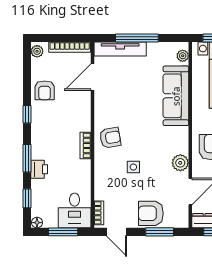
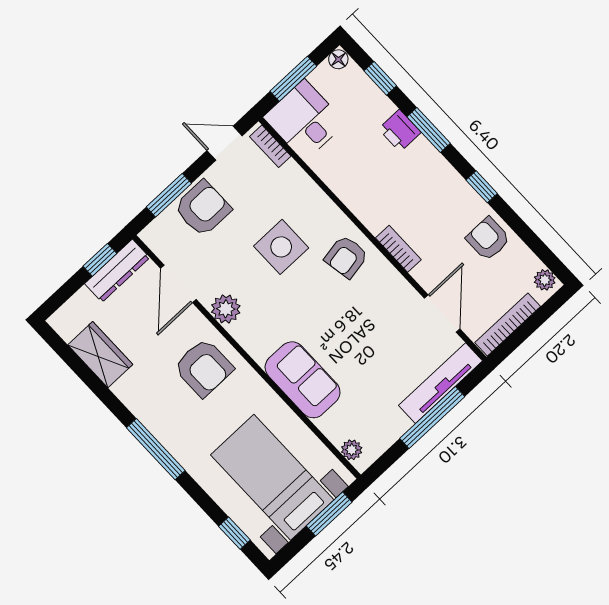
sofa: (176, 96) -> (303, 380), width x0.73
bookcase: (85, 145) -> (398, 249), moved
side table: (133, 167) -> (281, 247), width x1.87, depth x1.87

